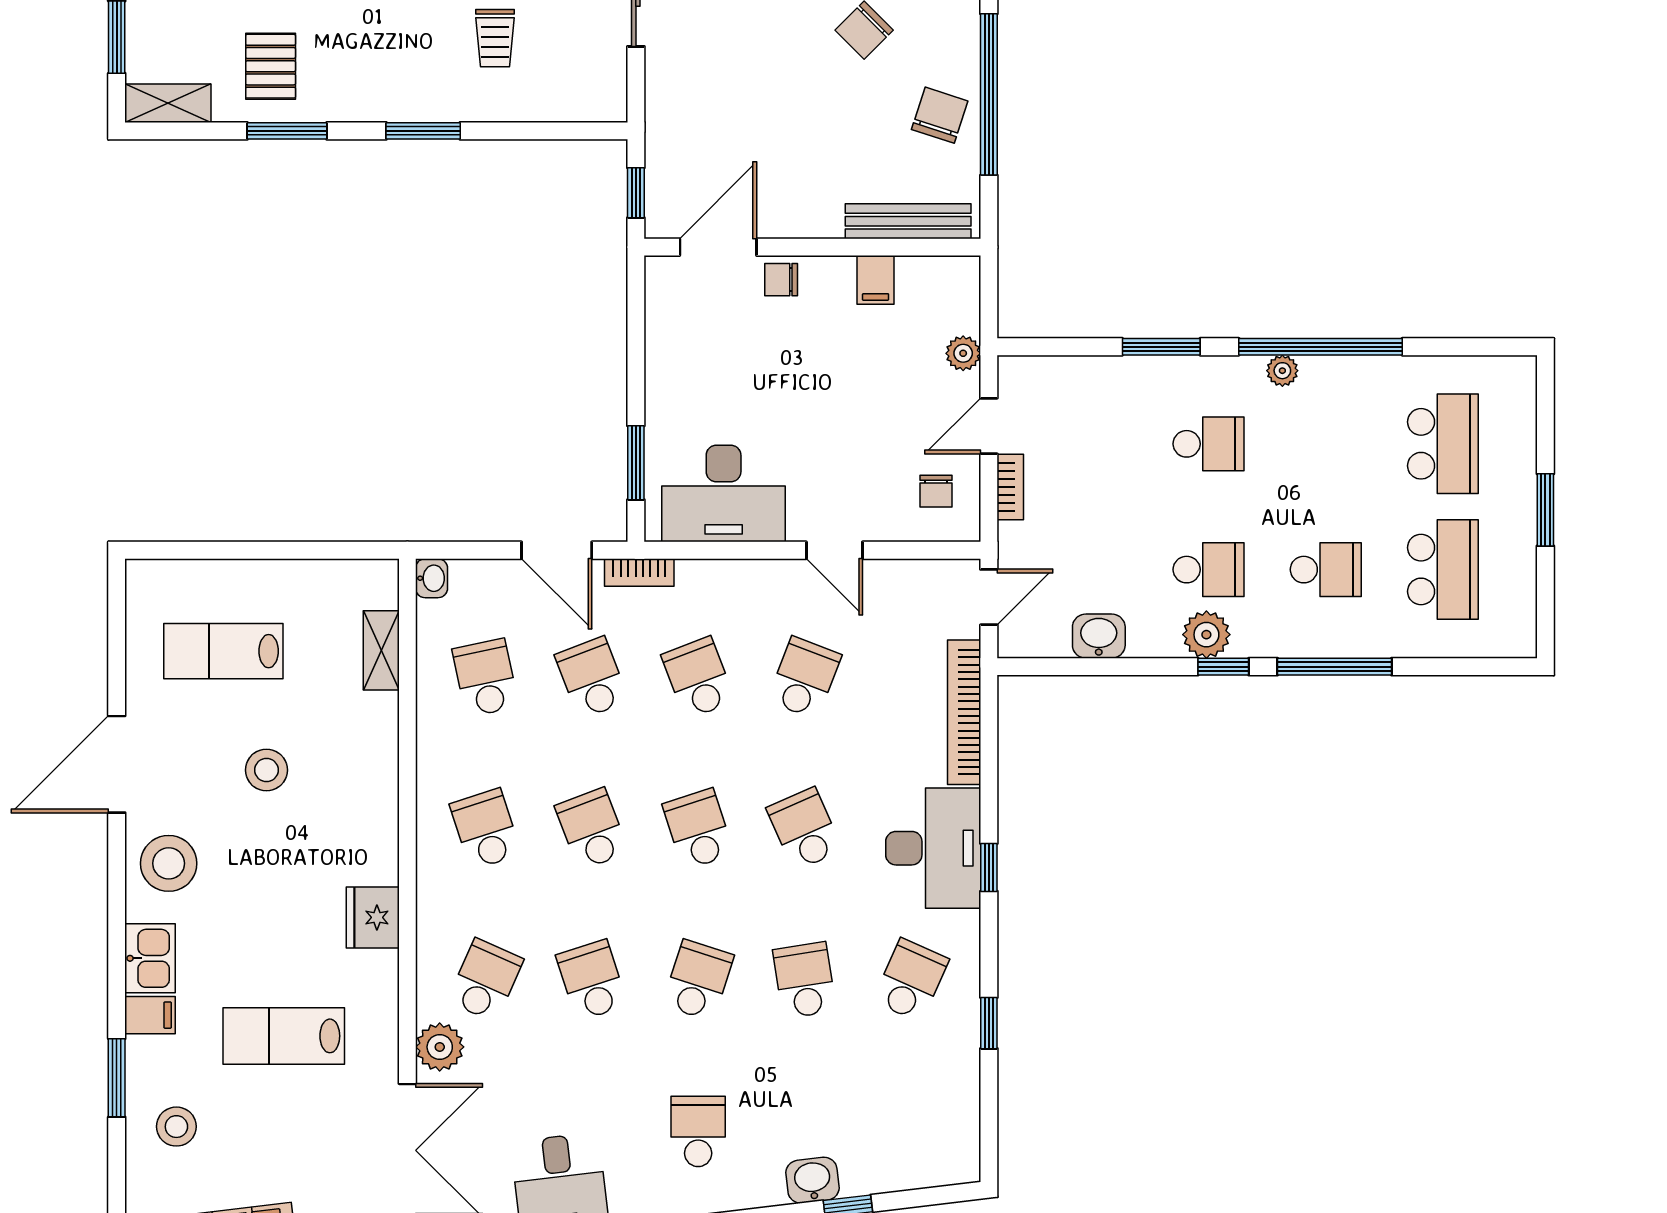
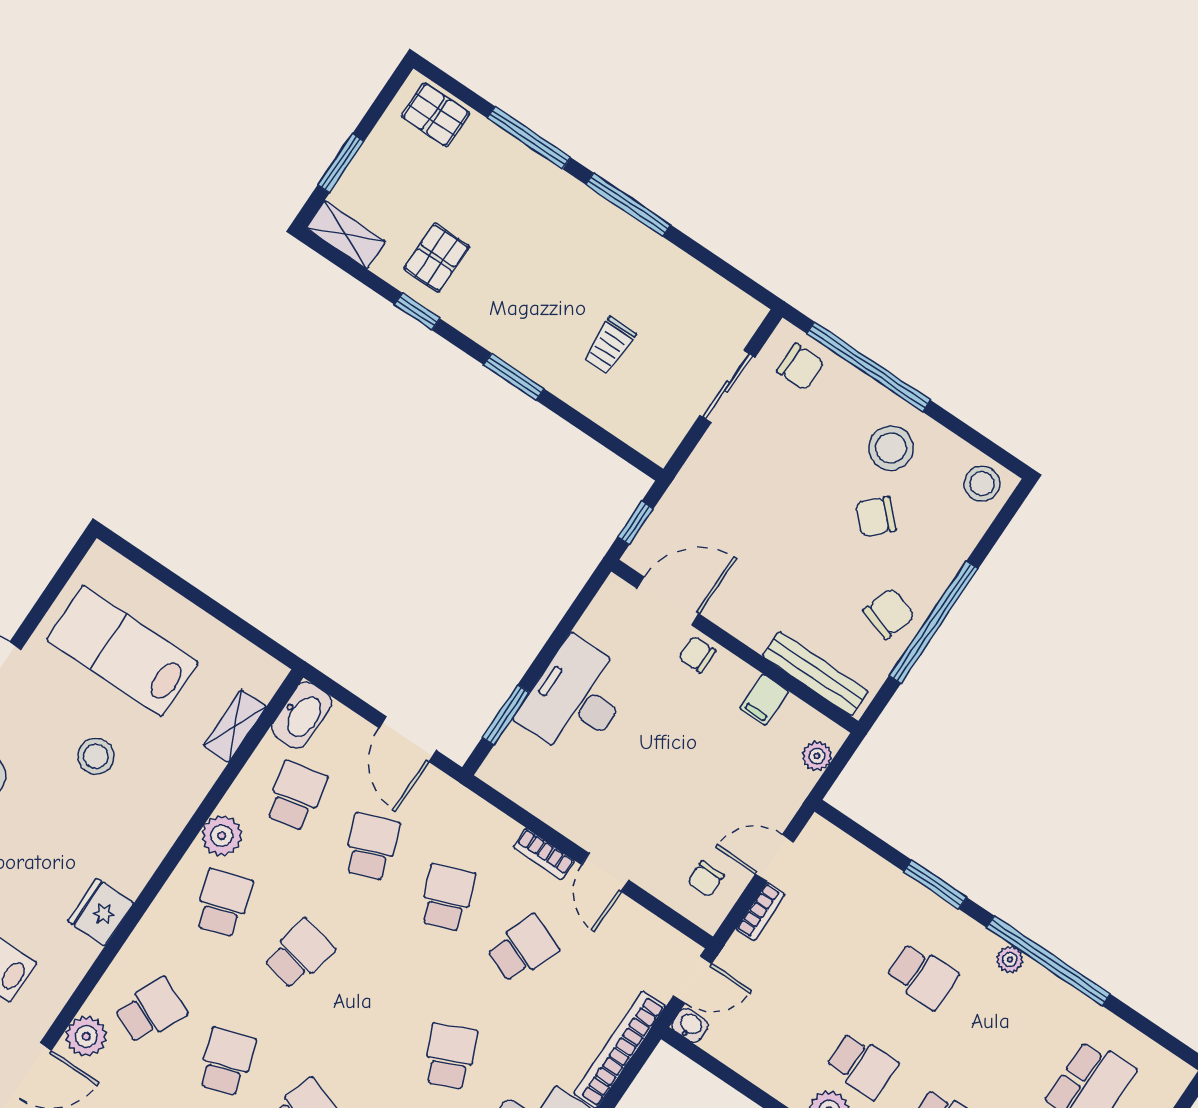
window: (287, 131) -> (417, 311), width x0.67
plant: (963, 353) -> (817, 756), moved
desk: (724, 494) -> (576, 698), moved, turned 90
bookcase: (639, 572) -> (544, 854), moved
washbasin: (432, 578) -> (302, 715), width x1.91, depth x1.45
washbasin: (1099, 636) -> (690, 1025), moved, width x0.72, depth x0.69
lab bench: (223, 651) -> (122, 651), width x1.36, depth x1.39
plant: (440, 765) -> (222, 836), added
school desk: (592, 829) -> (299, 954), turned 33
school desk: (698, 829) -> (375, 1005), removed

